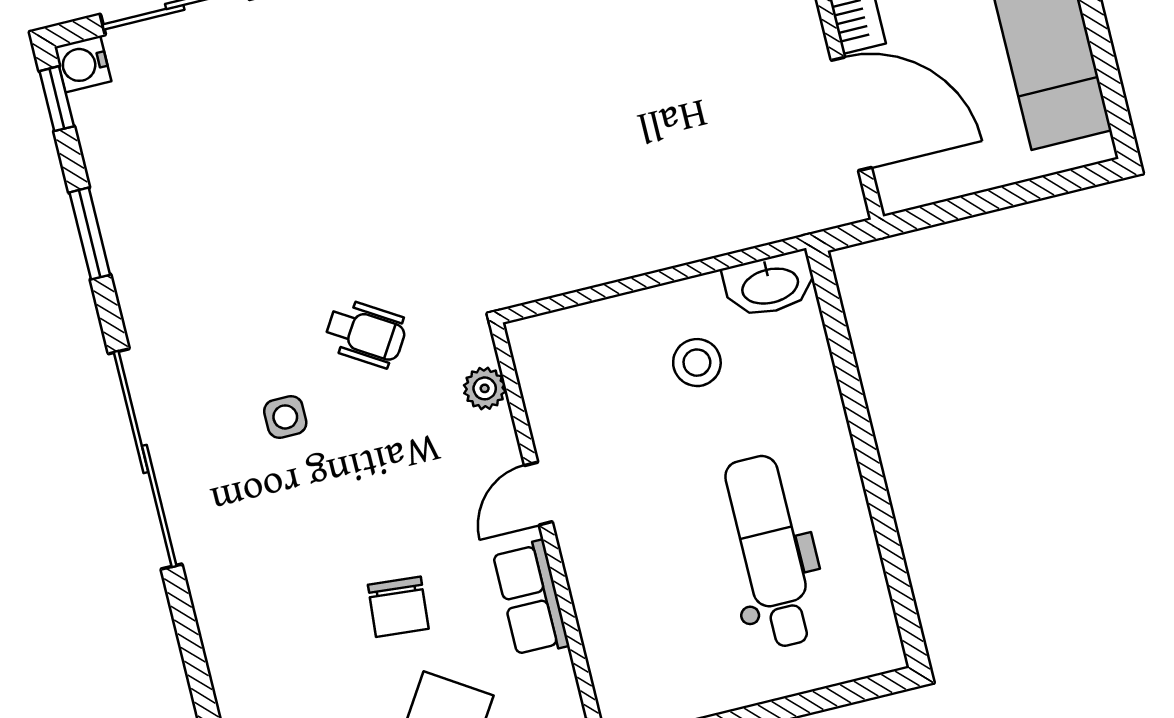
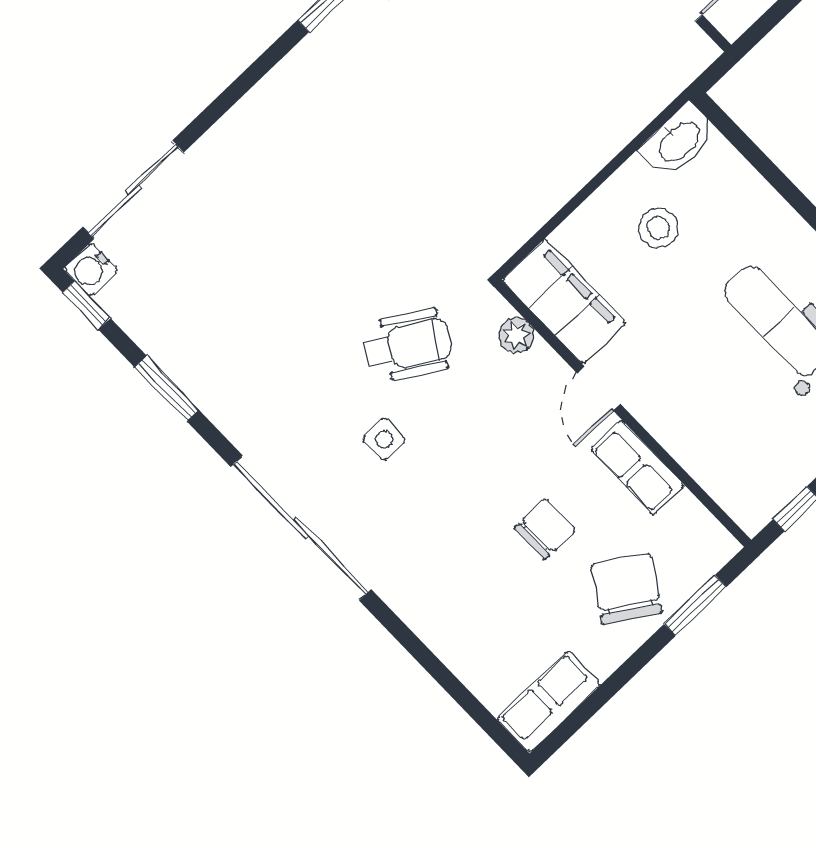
wheelchair: (366, 333) -> (407, 345), width x1.36, depth x1.37
filing cabinet: (555, 382) -> (564, 301), added
chair: (398, 607) -> (545, 529), turned -95

